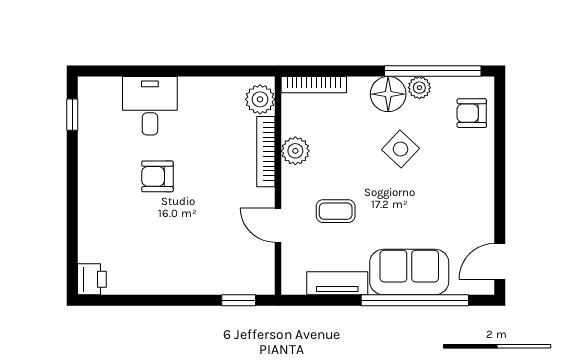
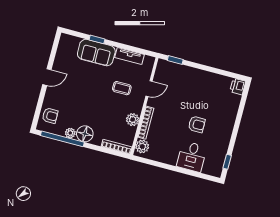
side table: (400, 149) -> (86, 108), removed
door: (278, 225) -> (149, 89), hinge flipped
door: (500, 261) -> (47, 77), moved
window: (415, 300) -> (97, 39), width x0.32

